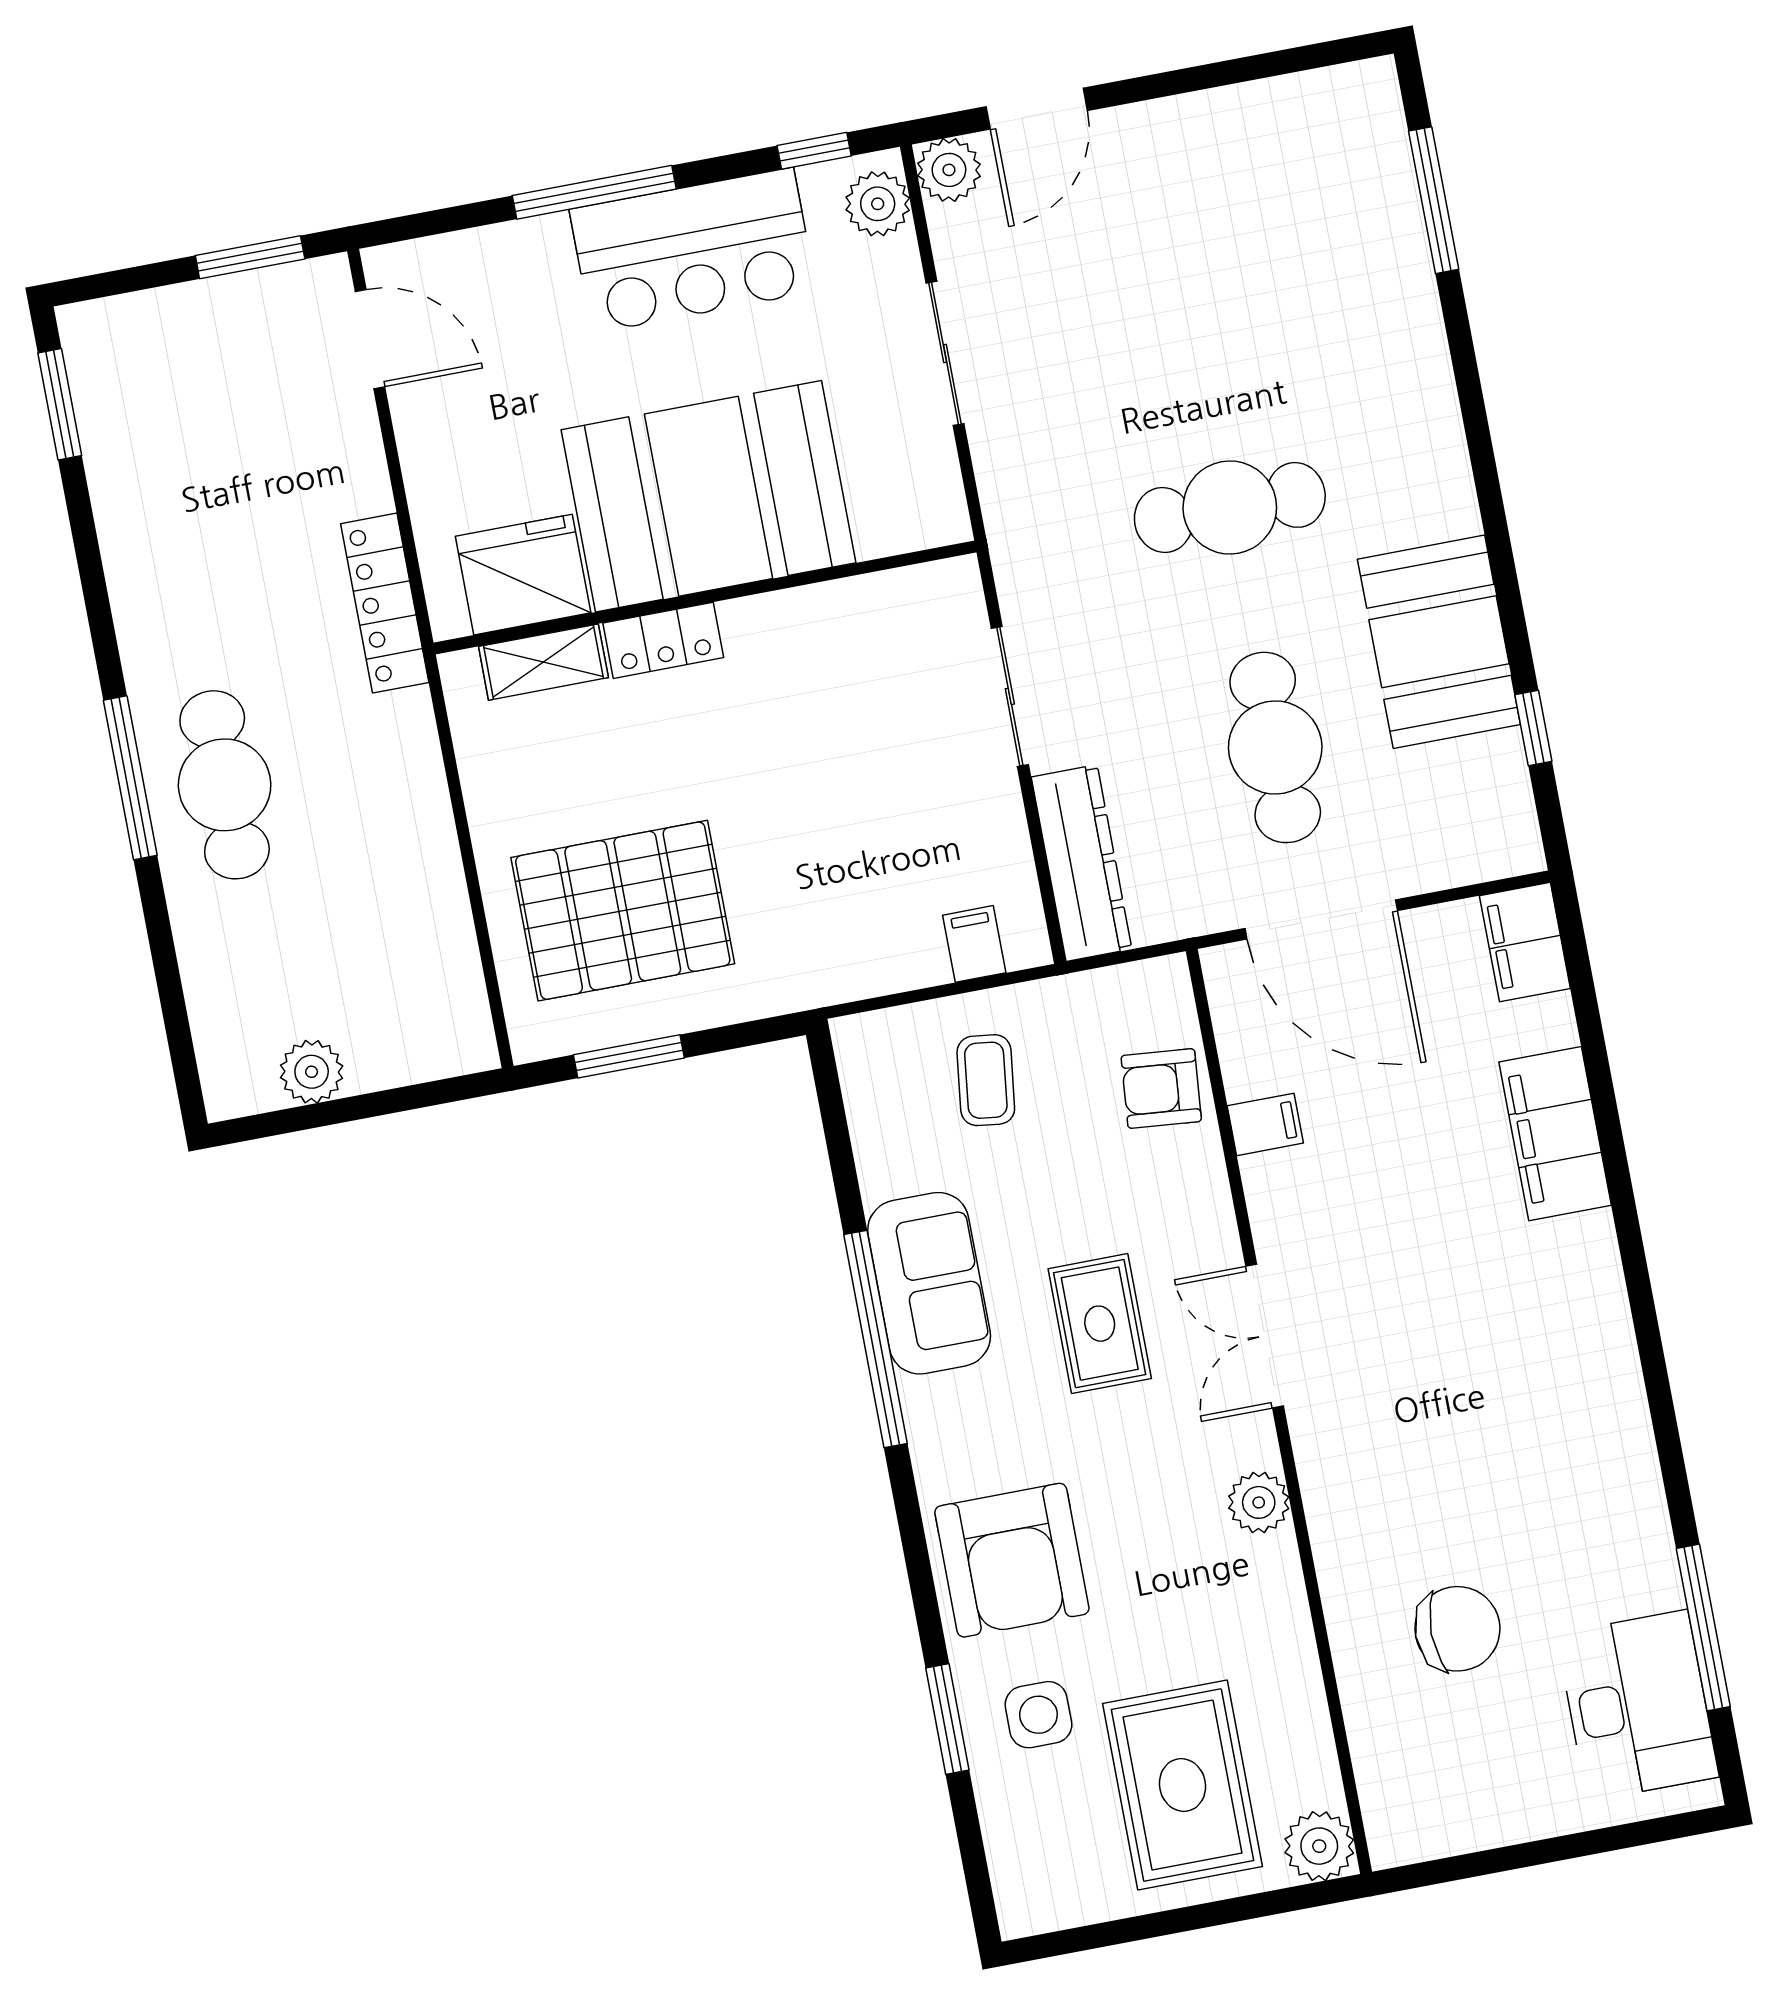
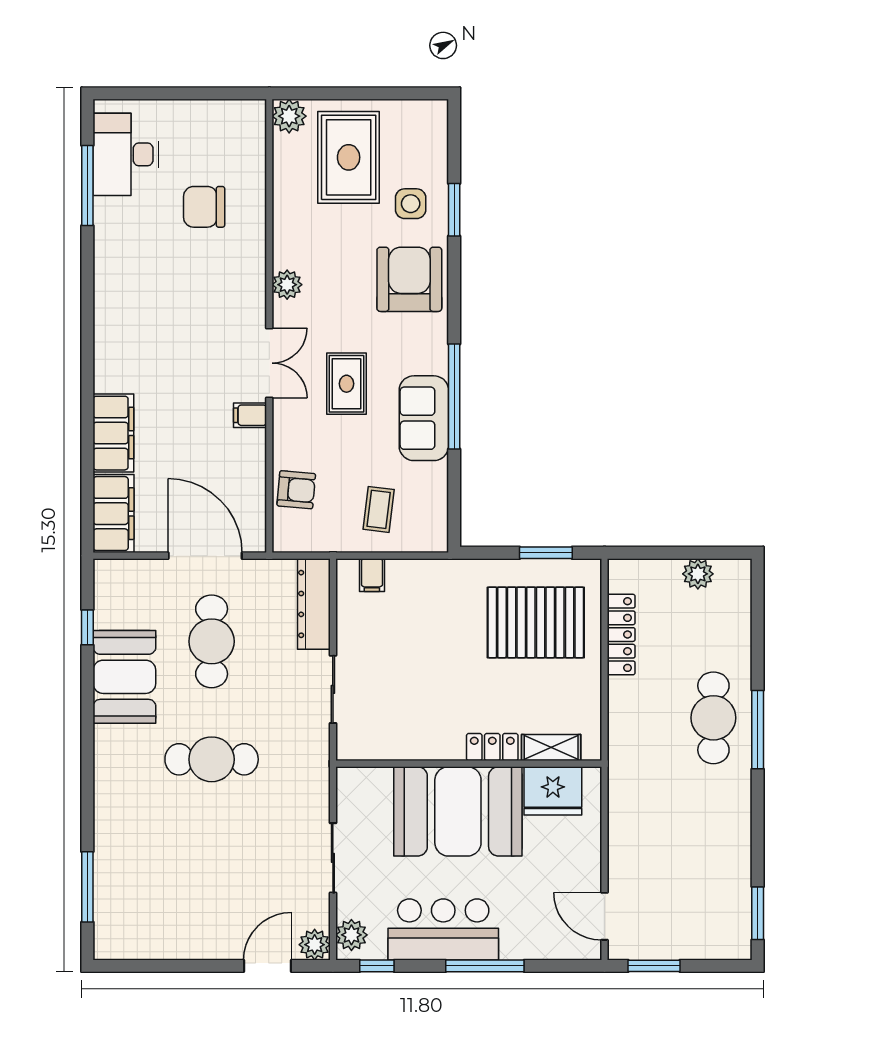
locker: (385, 603) -> (621, 635), moved
filing cabinet: (1525, 942) -> (113, 514), width x1.50, depth x1.17
filing cabinet: (1265, 1124) -> (250, 415), moved

